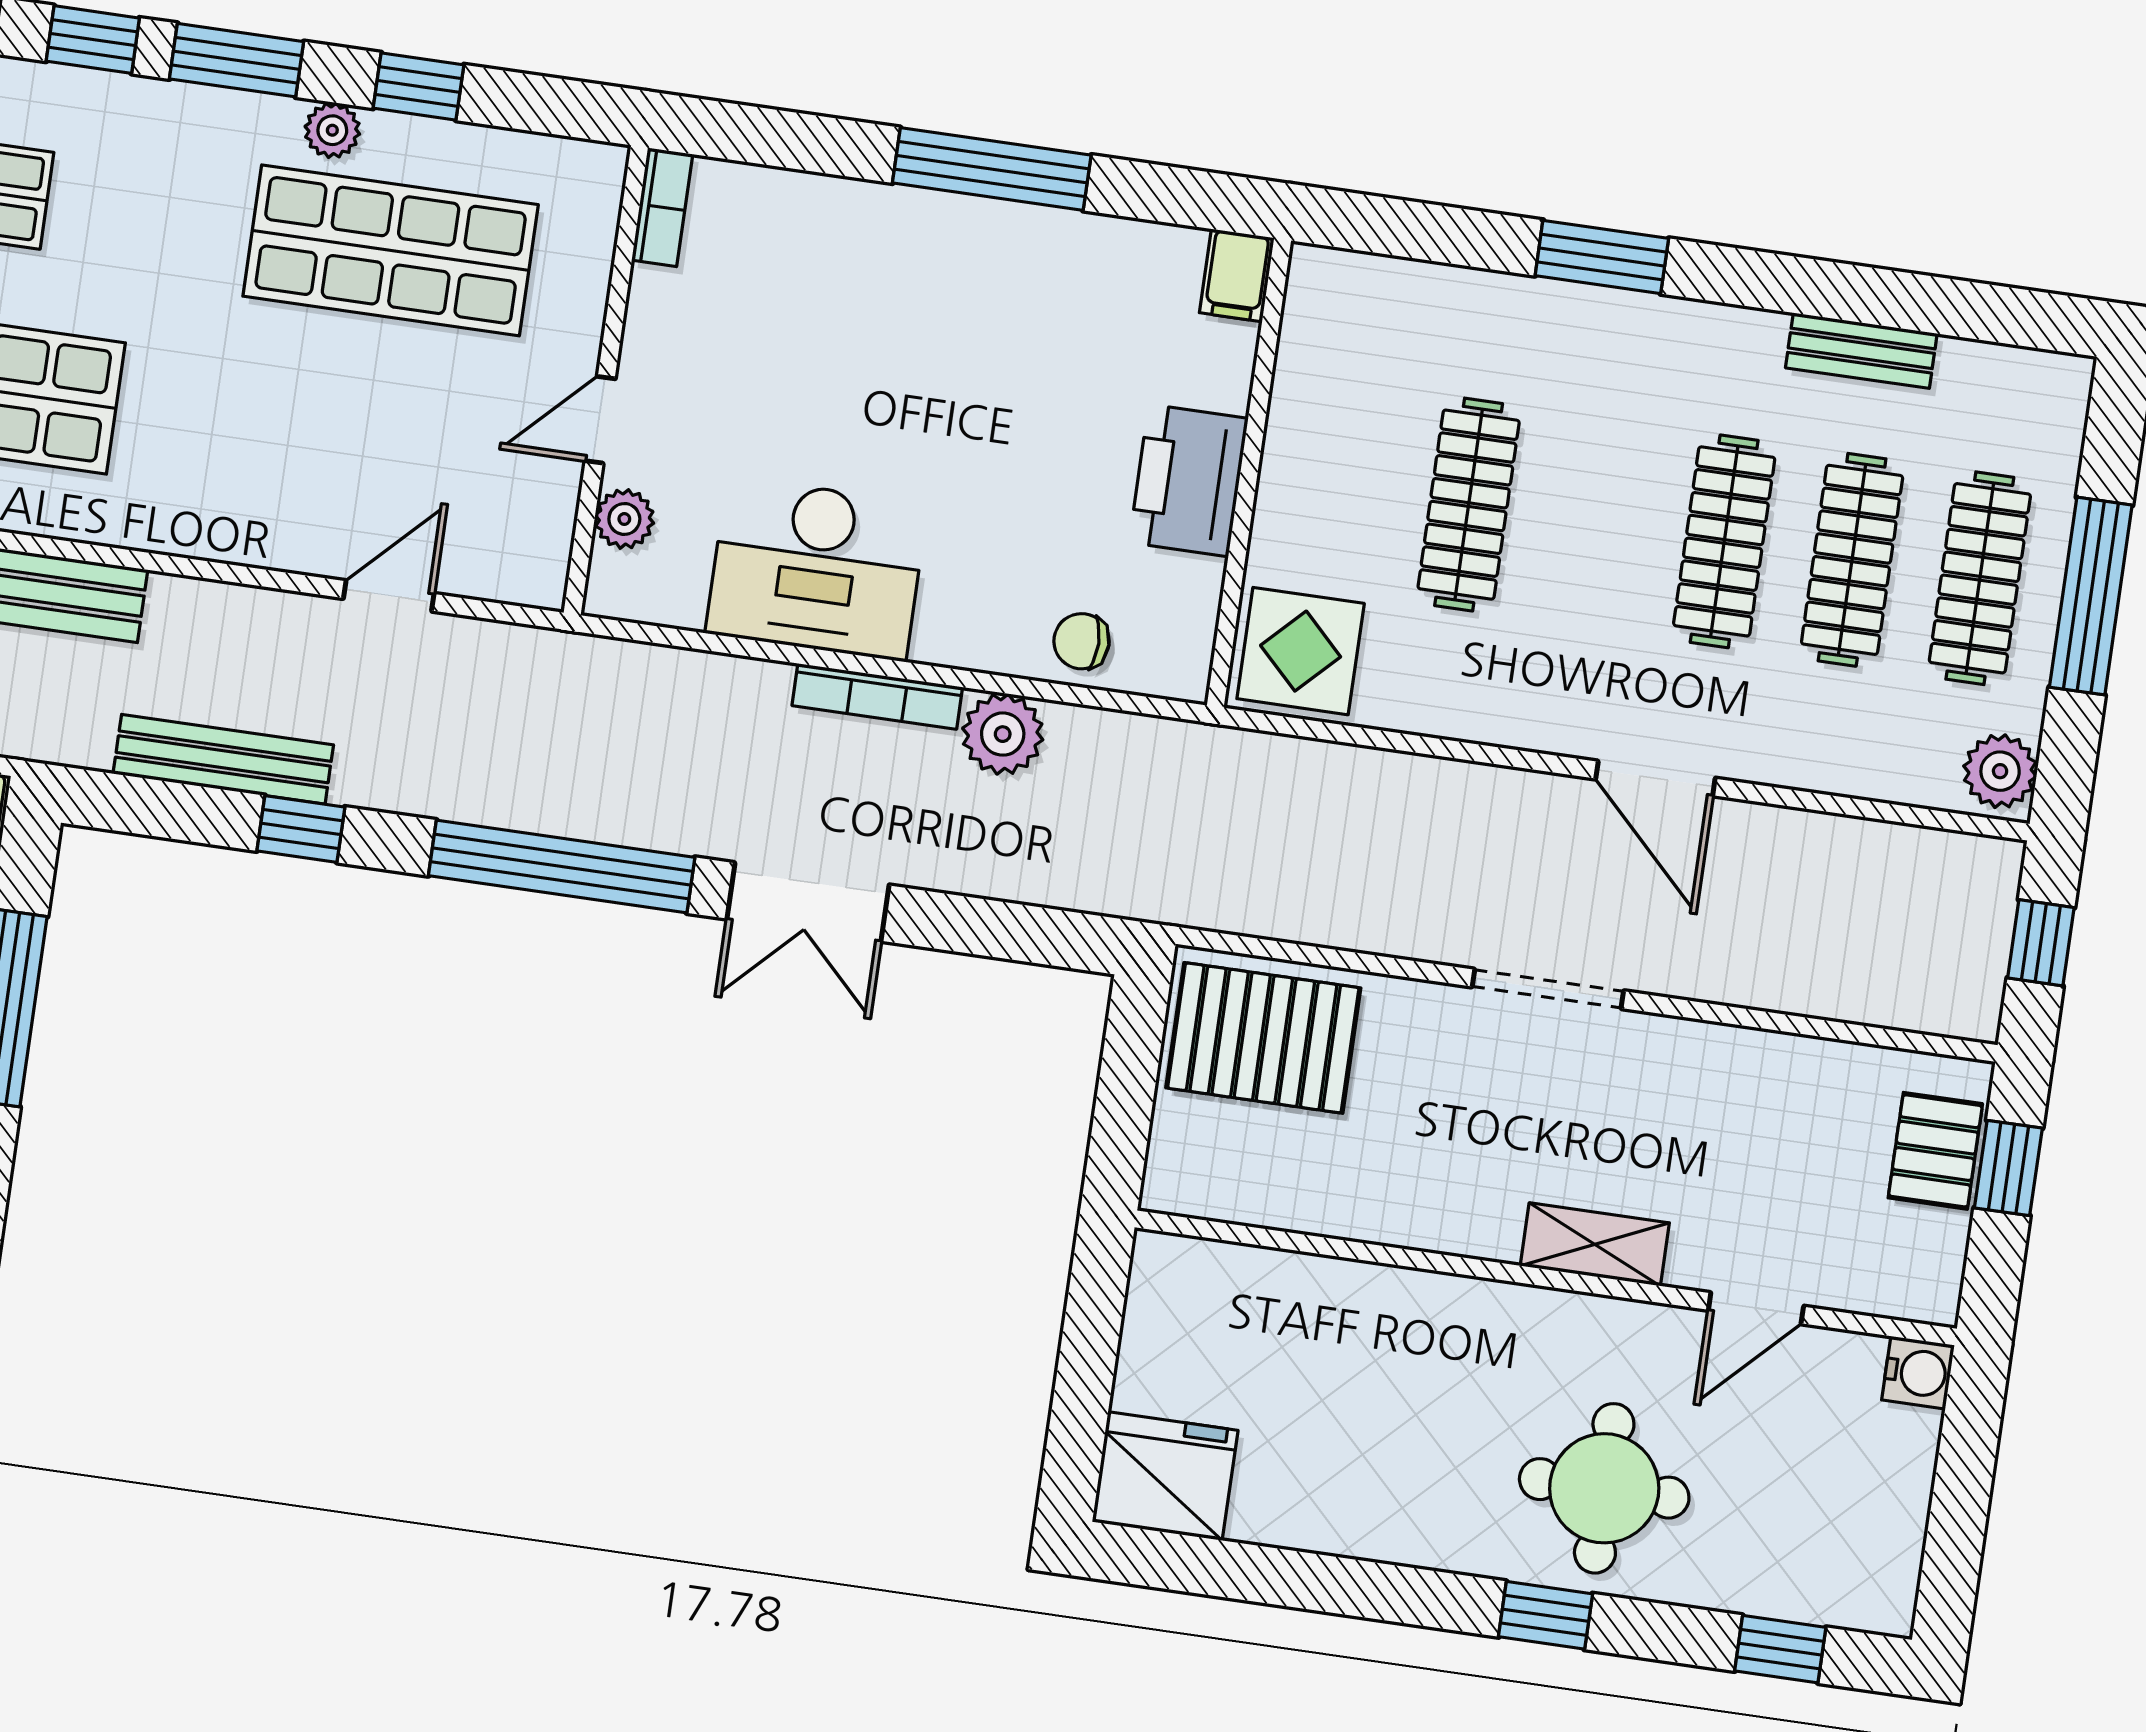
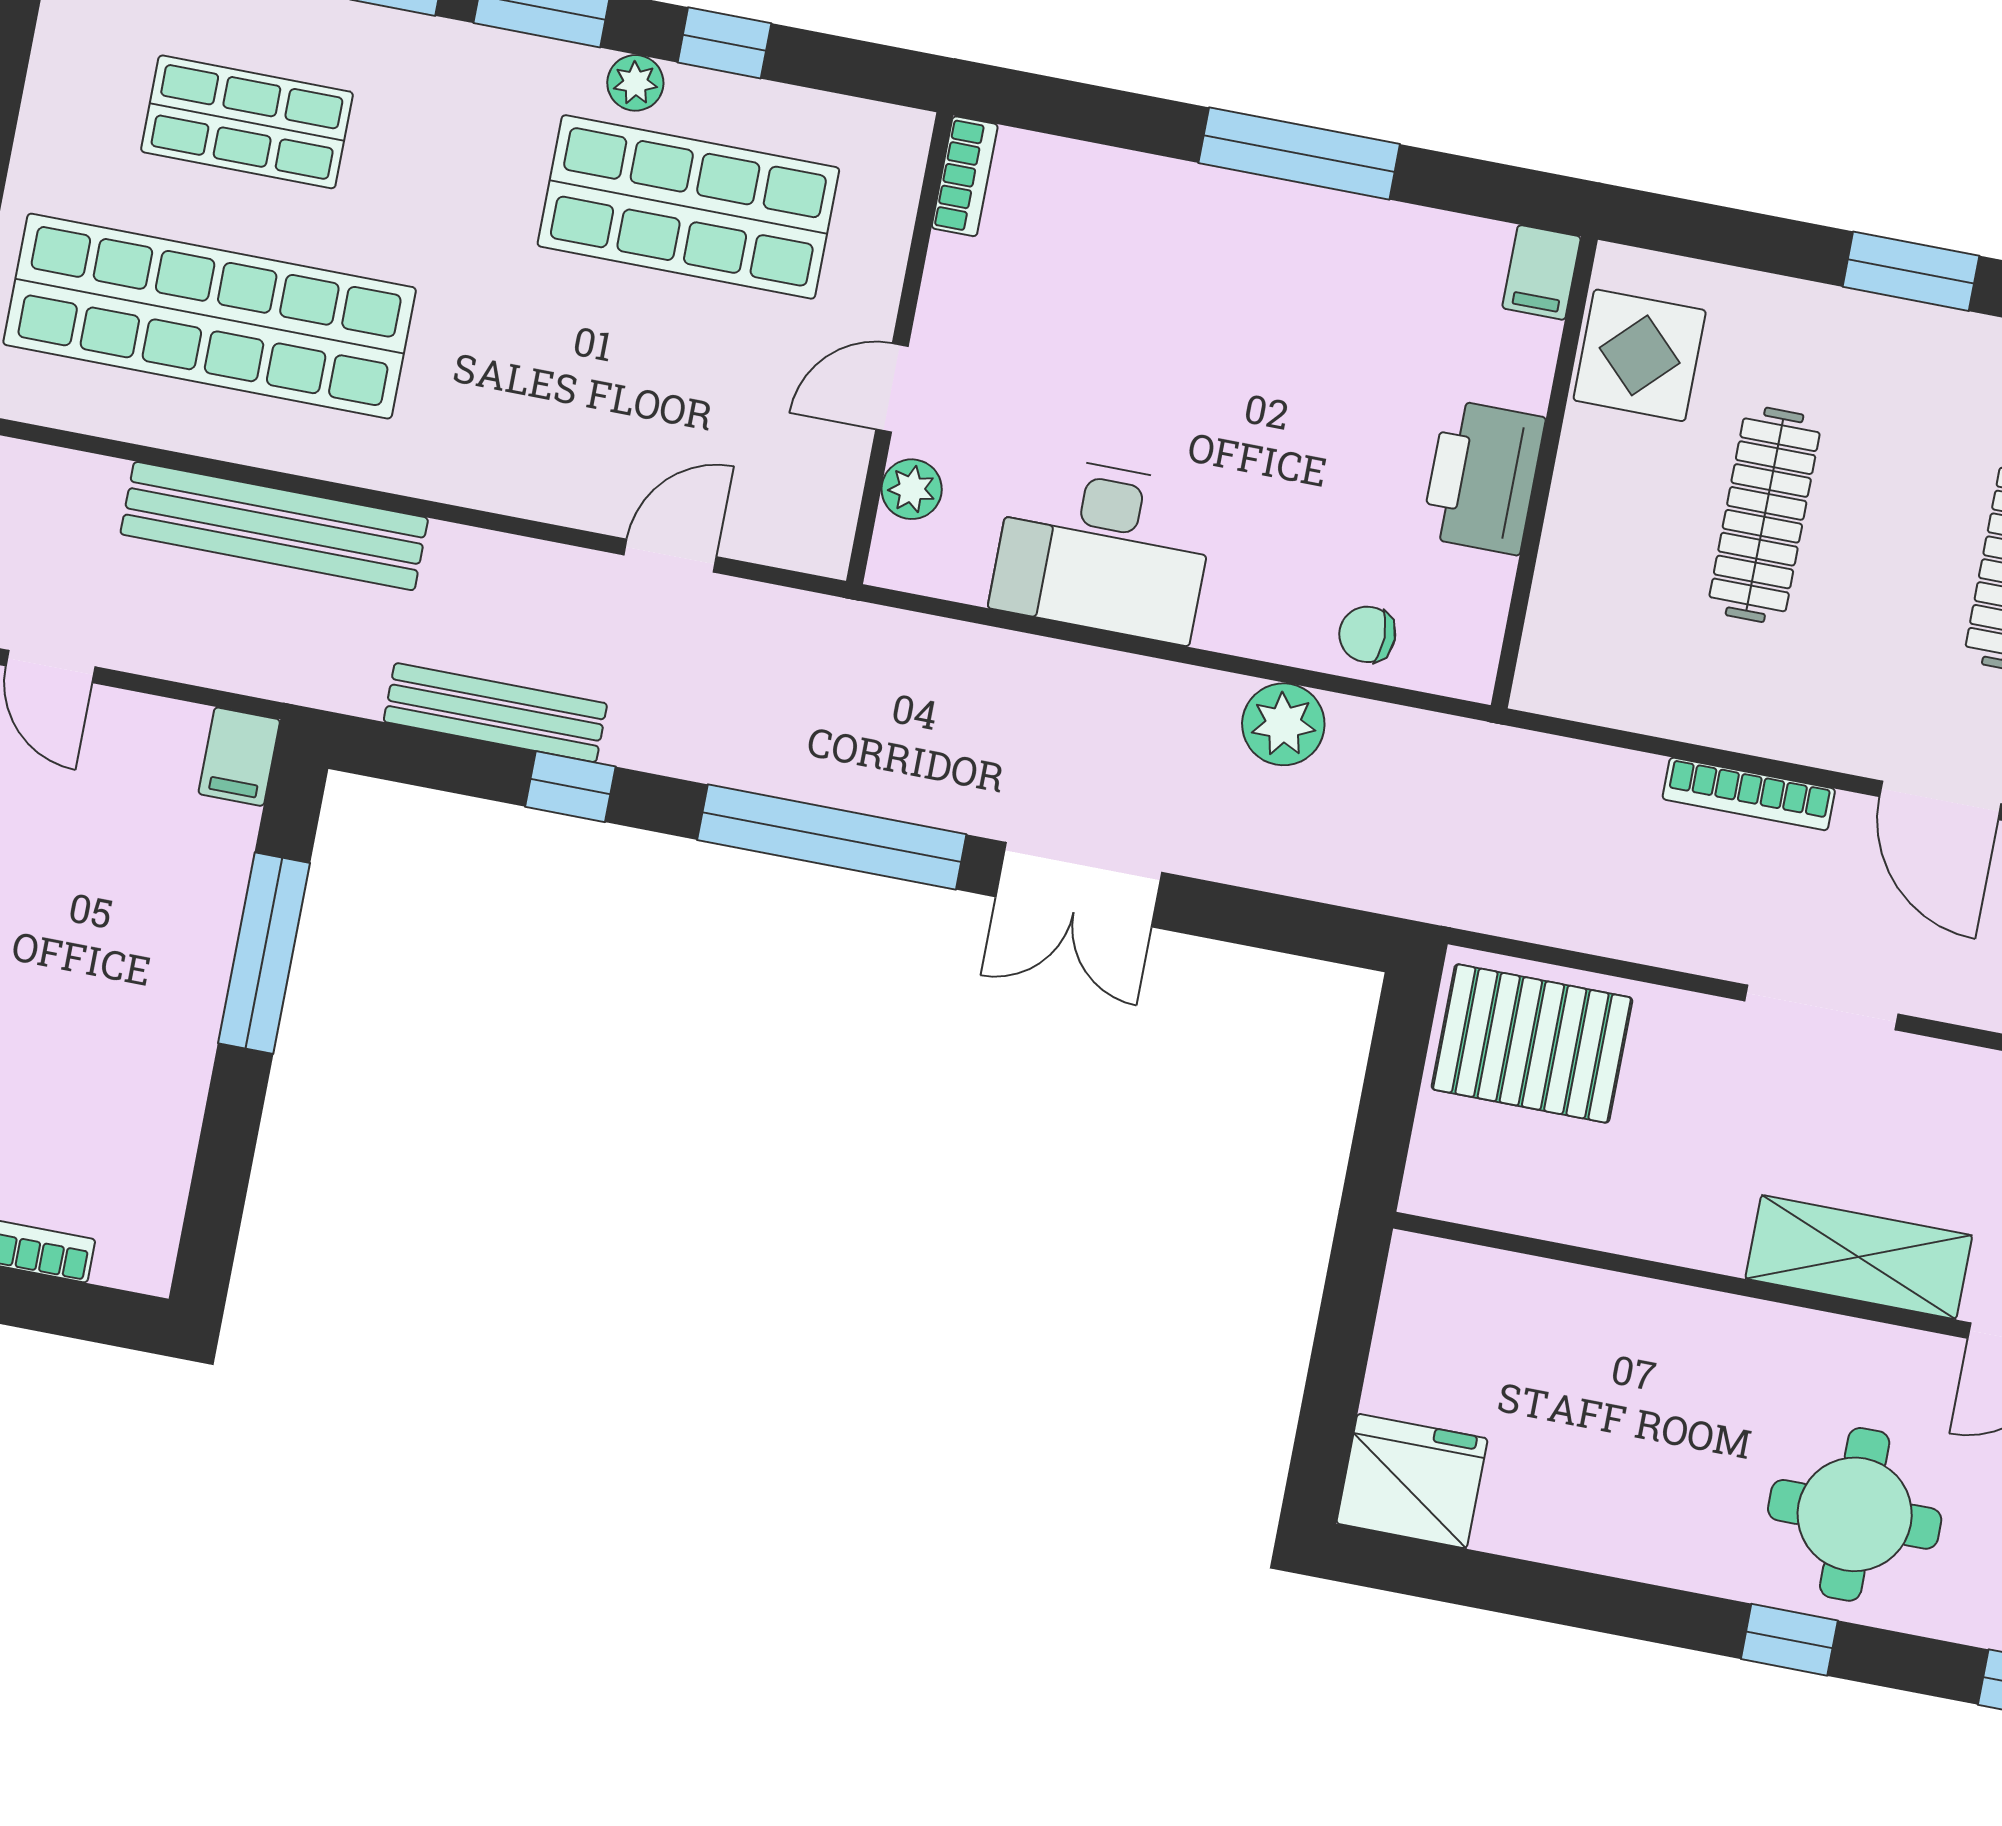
display table: (1301, 651) -> (1640, 355), moved
bookcase: (877, 696) -> (1749, 794), moved
shelving: (1595, 1244) -> (1859, 1257), width x1.50, depth x1.33

